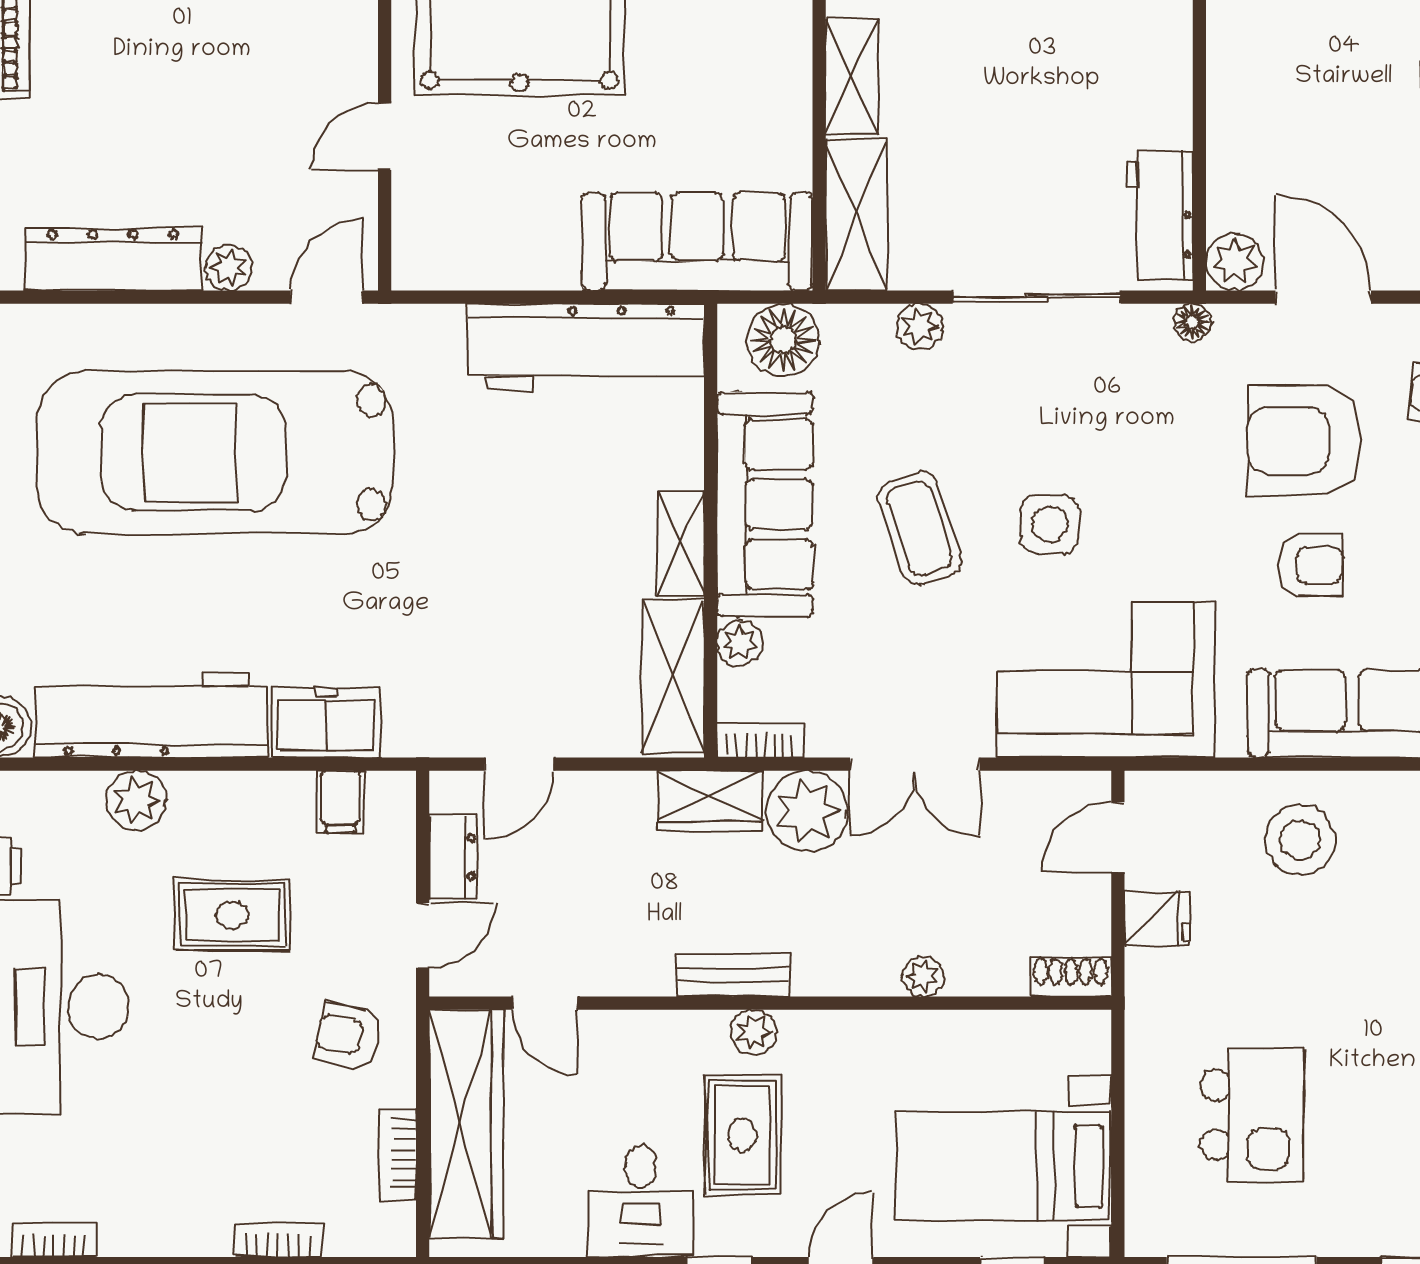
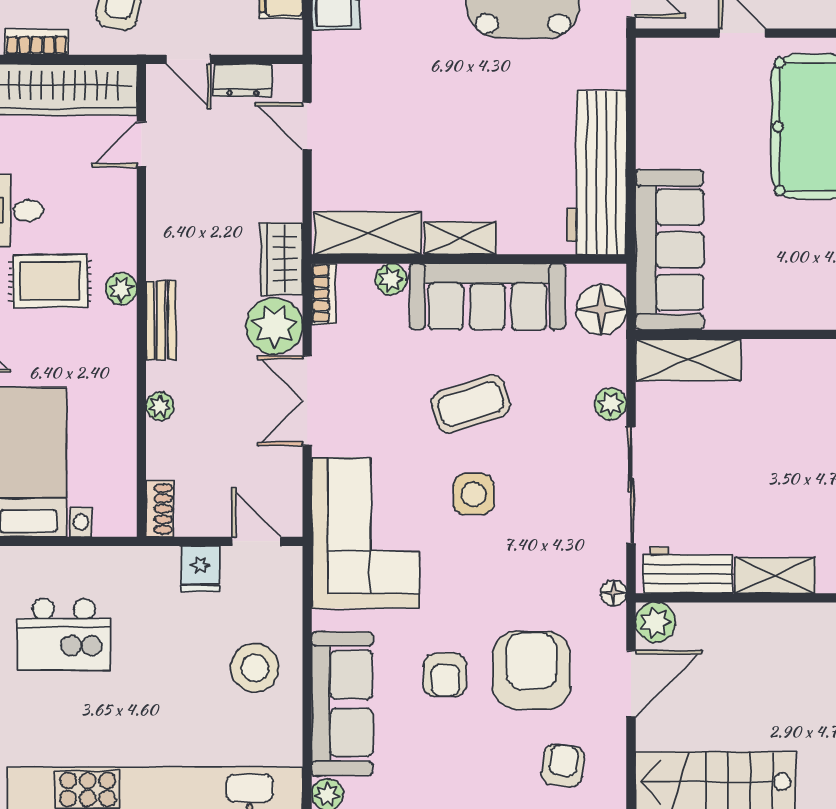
shelving: (852, 77) -> (775, 575), moved
bench: (733, 975) -> (161, 320), moved

